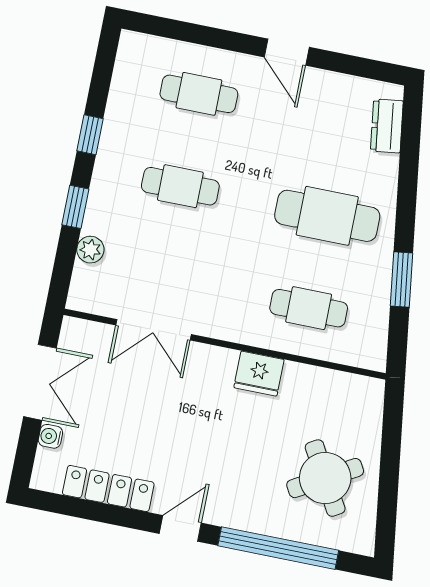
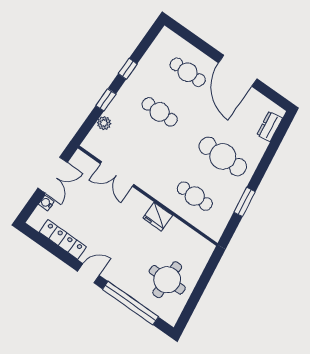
door: (287, 52) -> (238, 71), width x1.88
round table: (325, 478) -> (167, 280), turned 30

